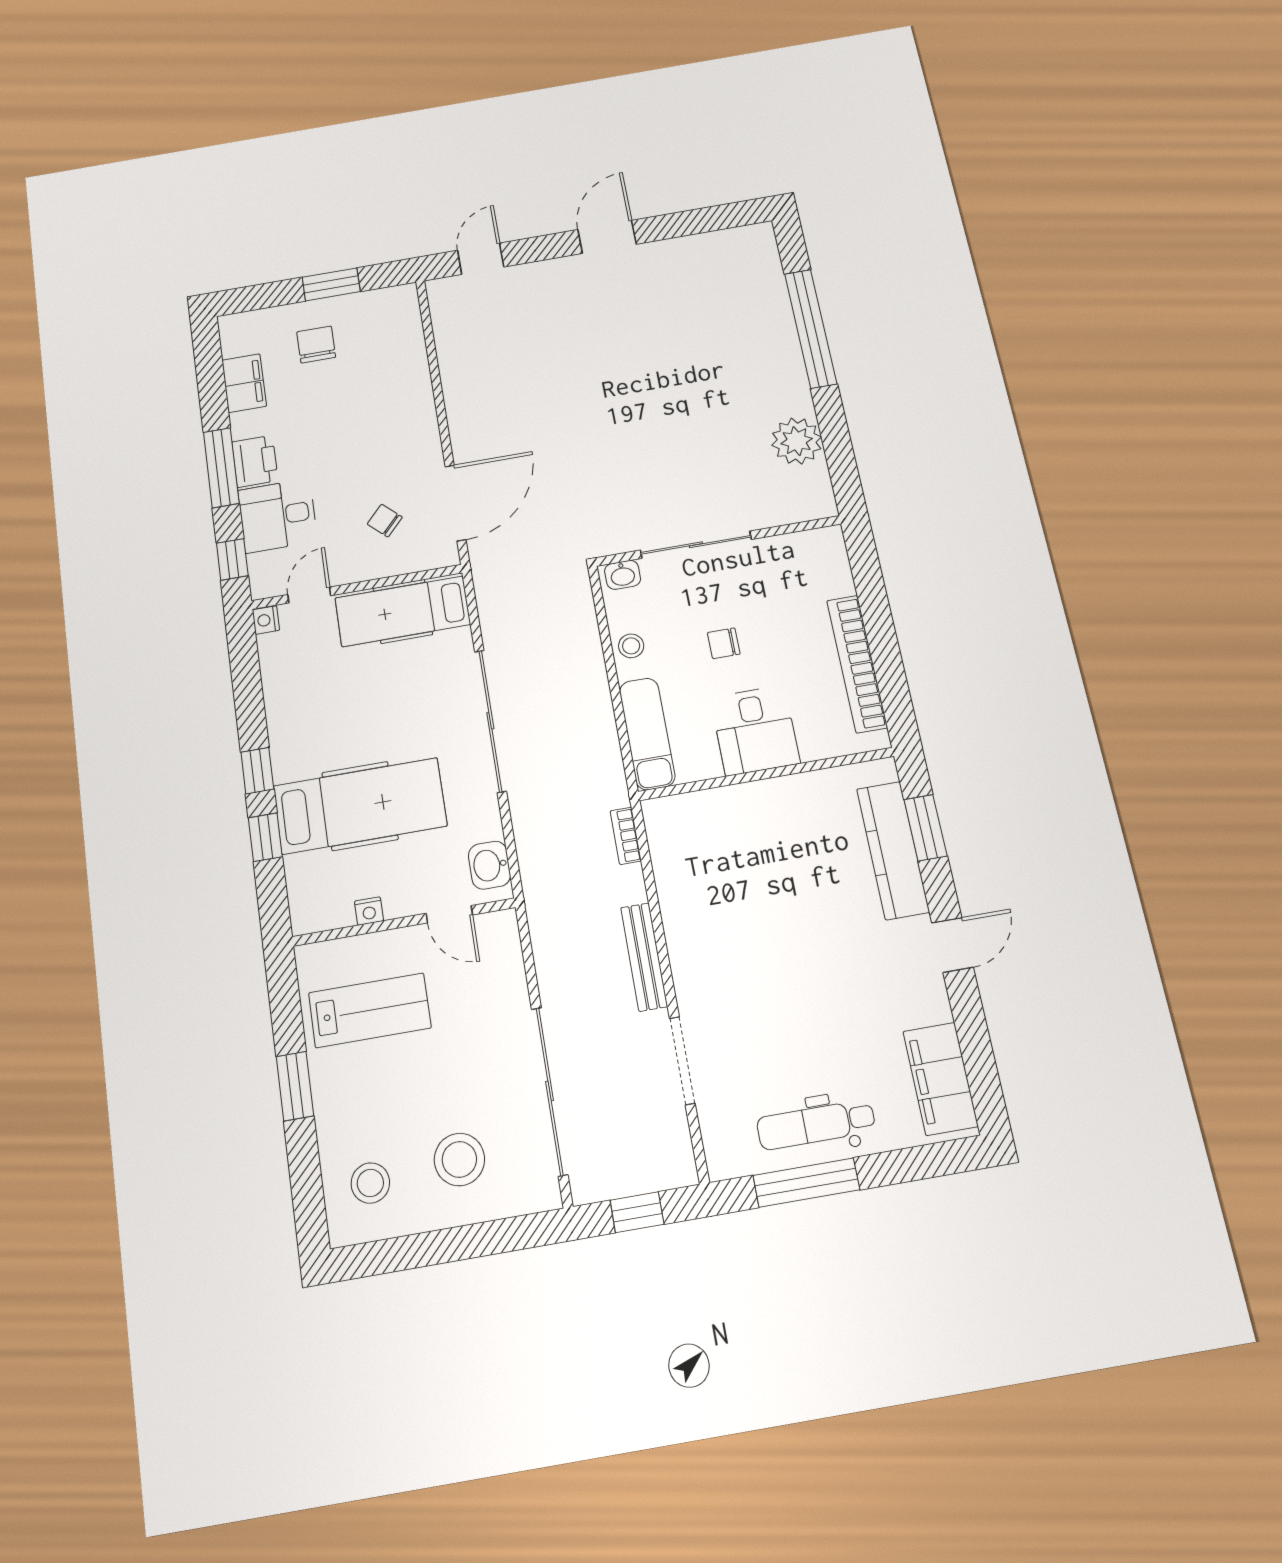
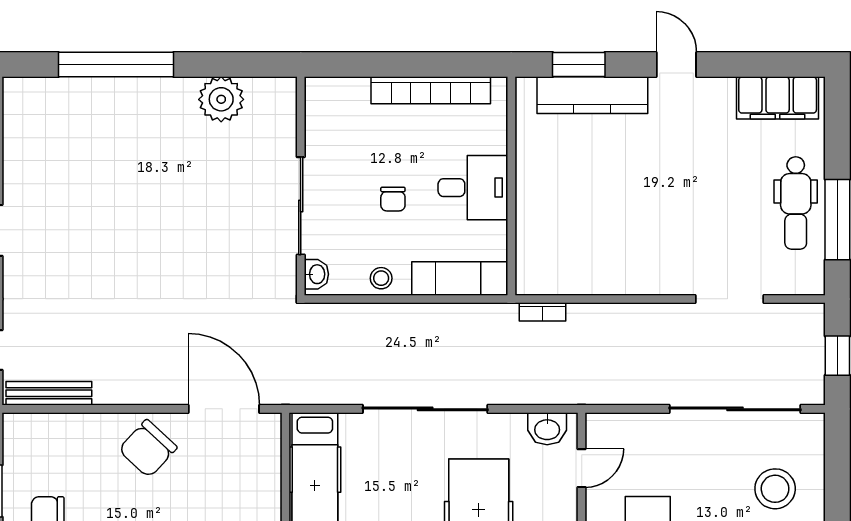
chair: (385, 521) -> (148, 449), moved, width x1.87, depth x1.87
bench: (644, 957) -> (49, 393), moved

